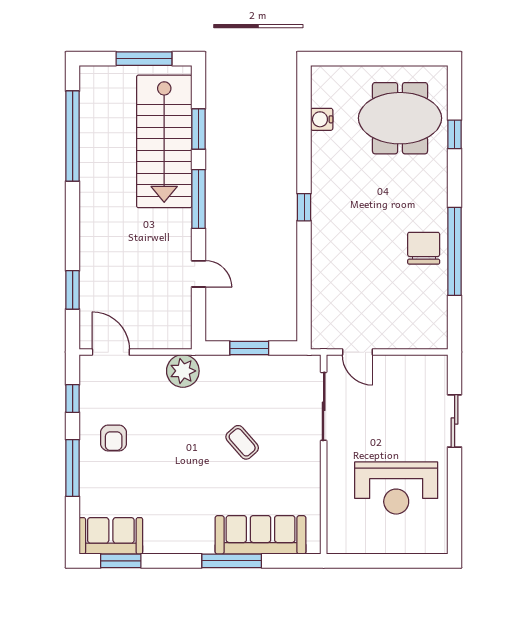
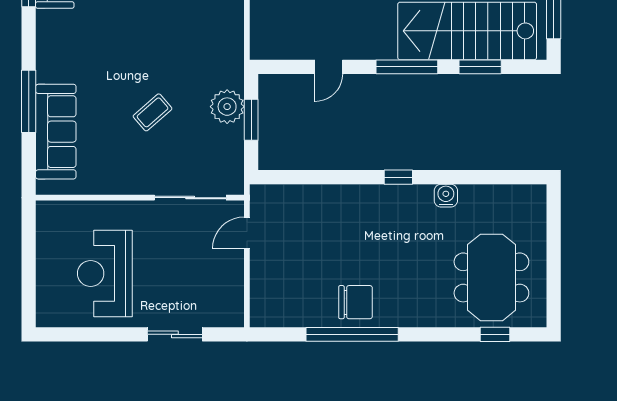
water cooler: (322, 119) -> (446, 196), moved
window: (455, 134) -> (495, 334), moved
plant: (183, 371) -> (227, 107), moved

